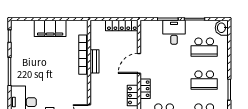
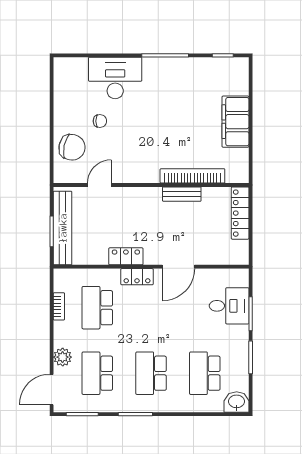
locker: (122, 26) -> (240, 213), moved
desk: (174, 32) -> (229, 306), moved
door: (139, 63) -> (178, 267), swing flipped

